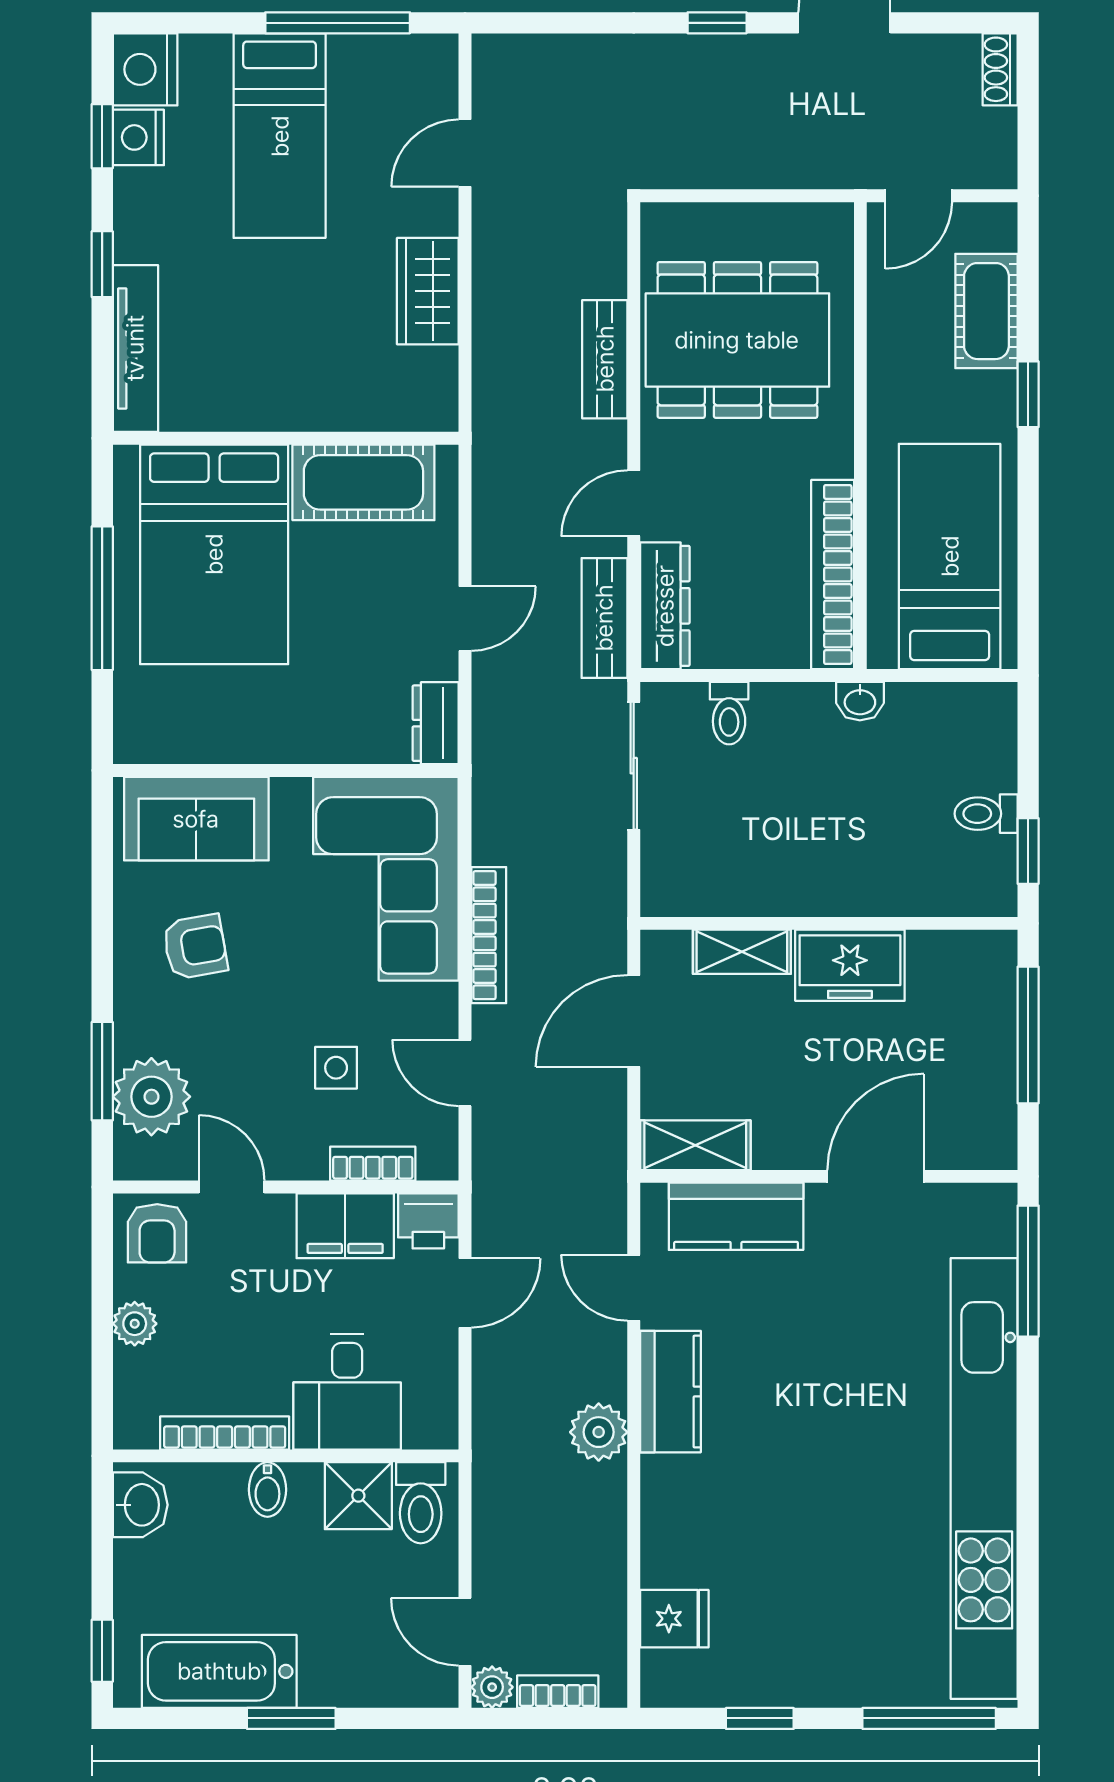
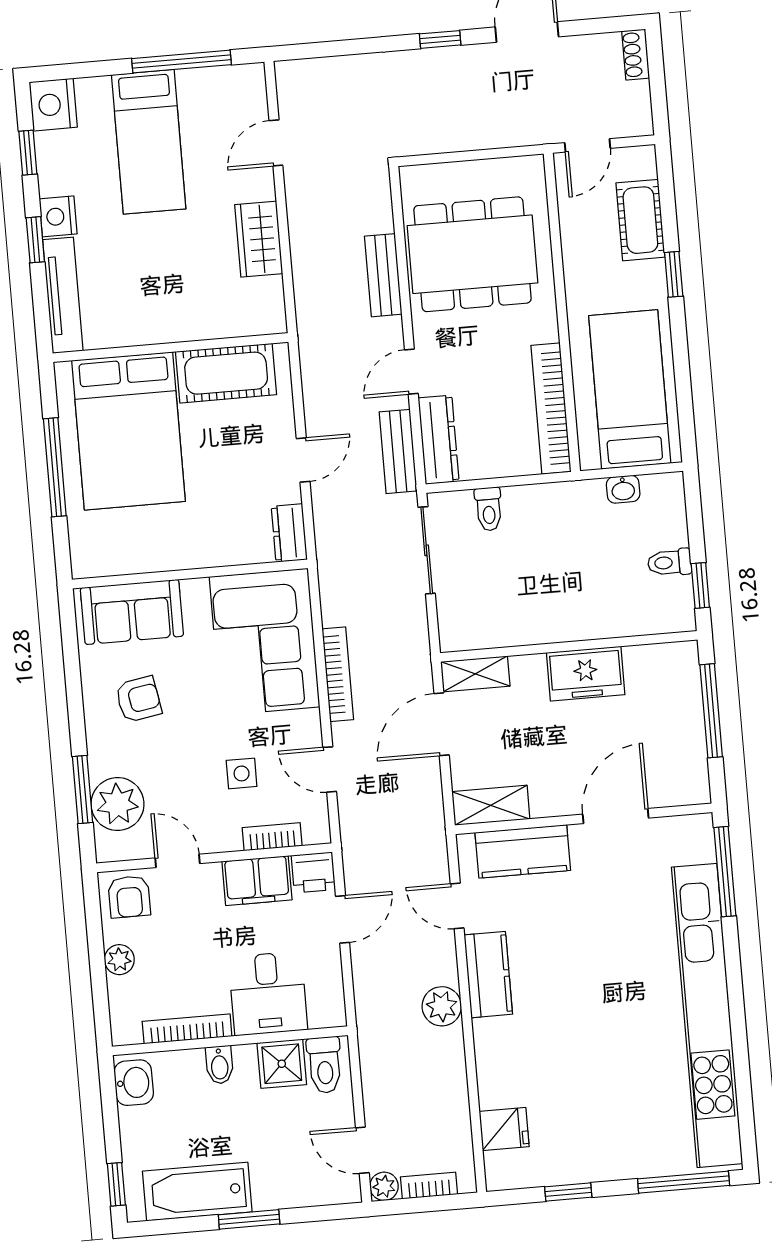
nightstand: (138, 137) -> (58, 216), moved
washbasin: (860, 701) -> (623, 489), moved
shelving: (742, 952) -> (475, 674), moved

